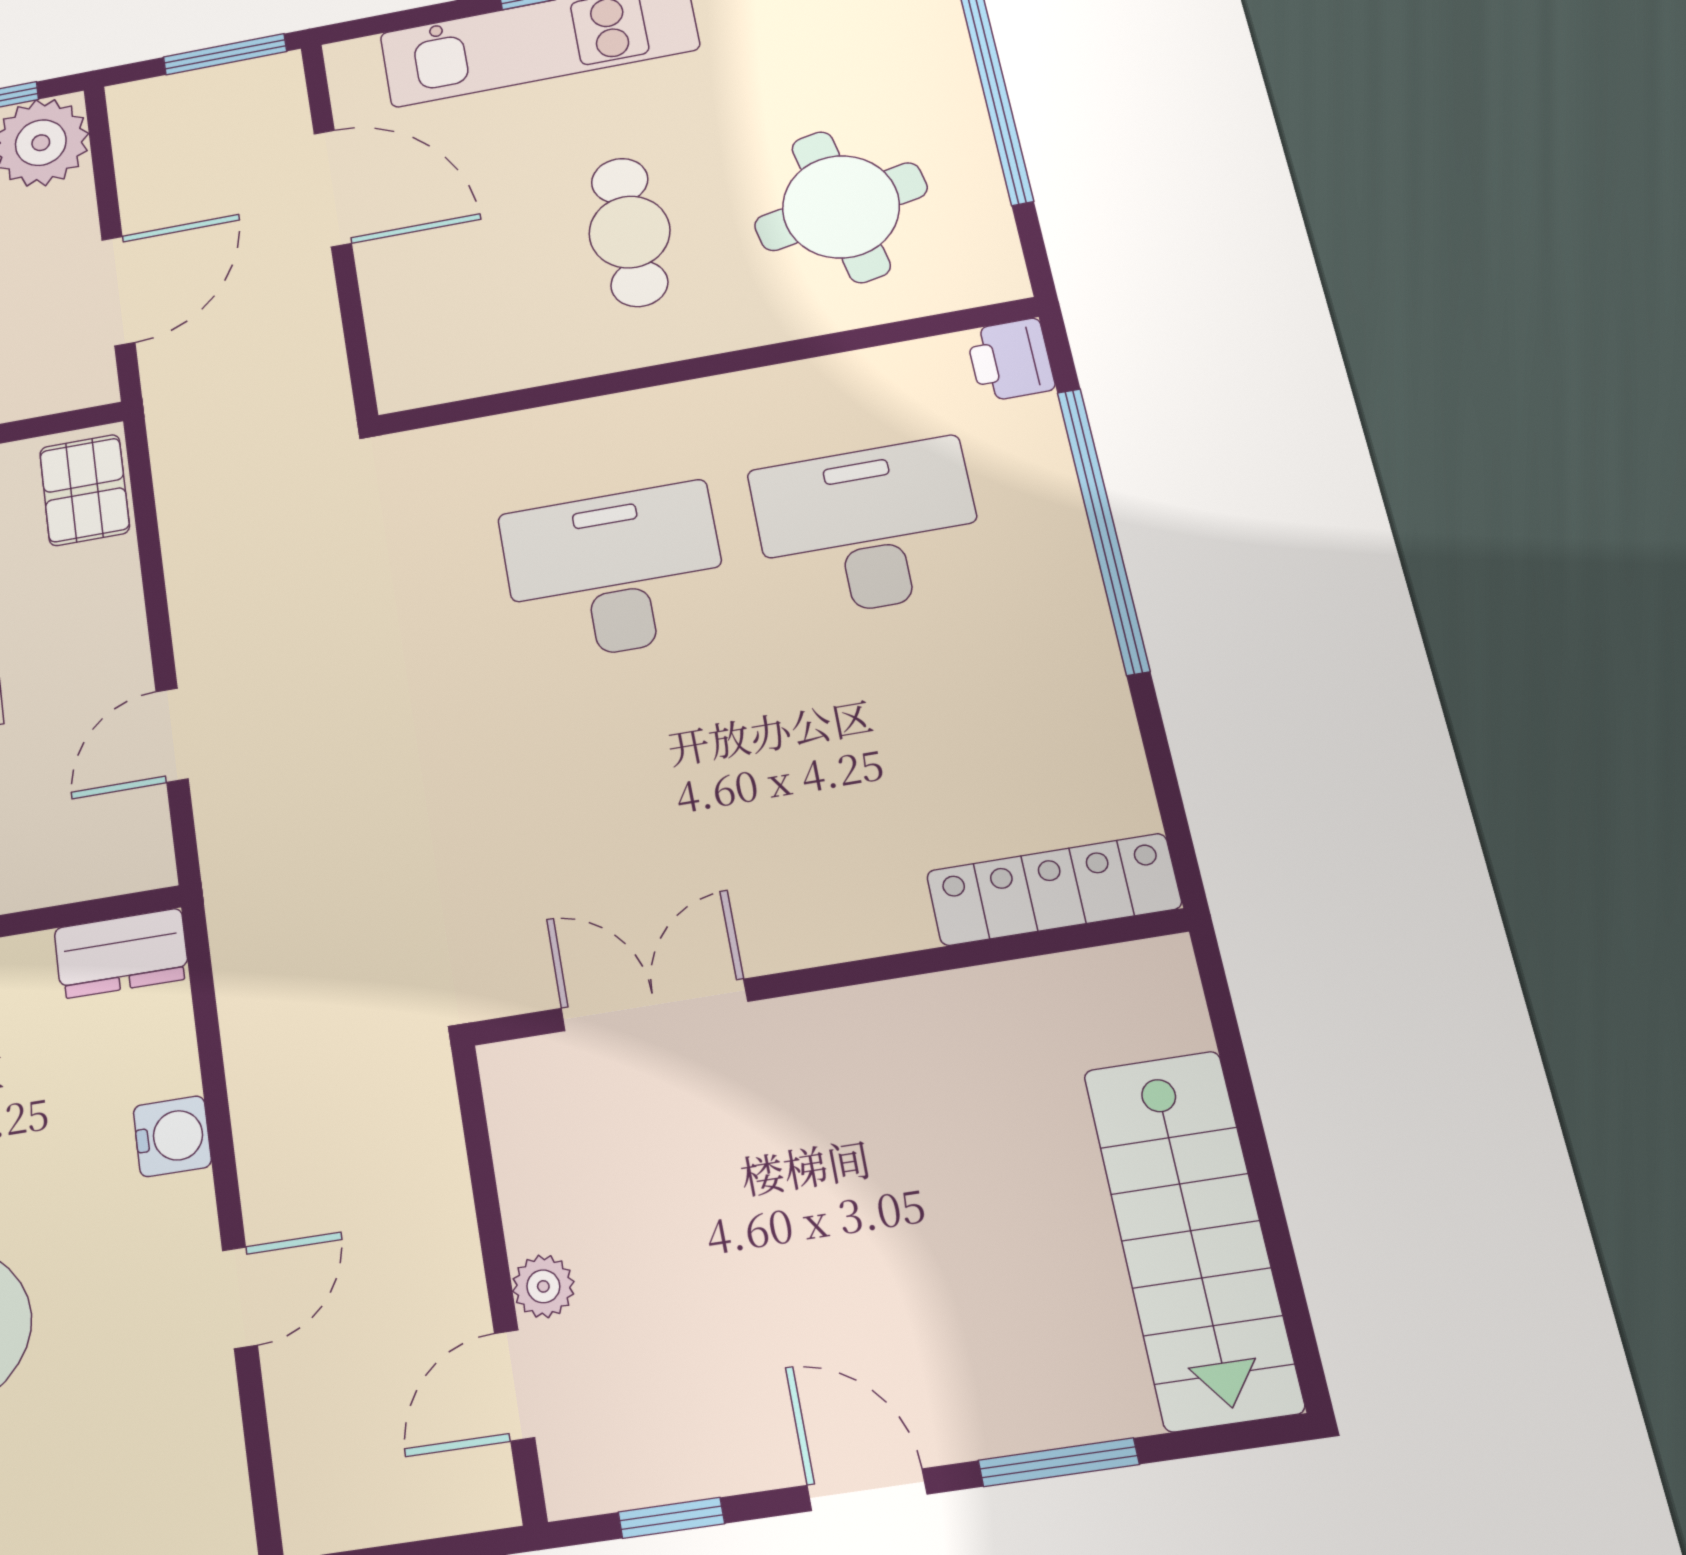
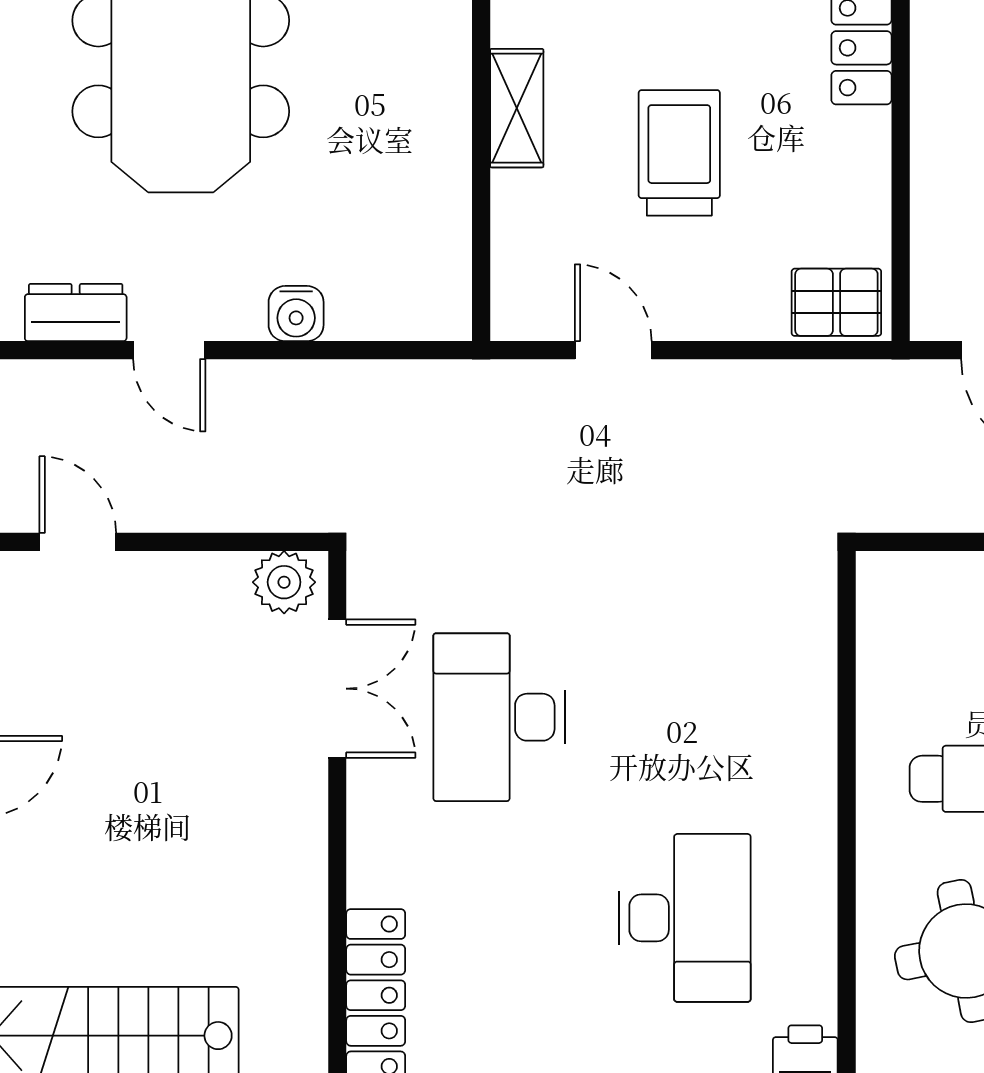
desk: (615, 573) -> (499, 717), moved, turned 180
dresser: (121, 953) -> (76, 313), moved, turned 90
plant: (543, 1286) -> (284, 582), moved, width x1.38, depth x1.38

